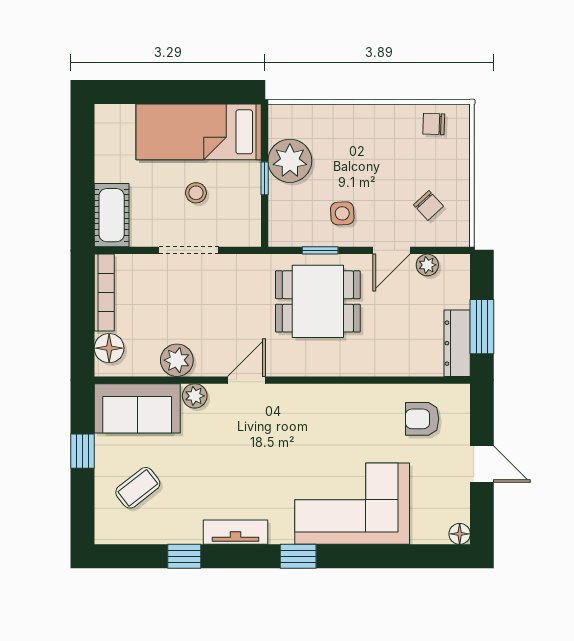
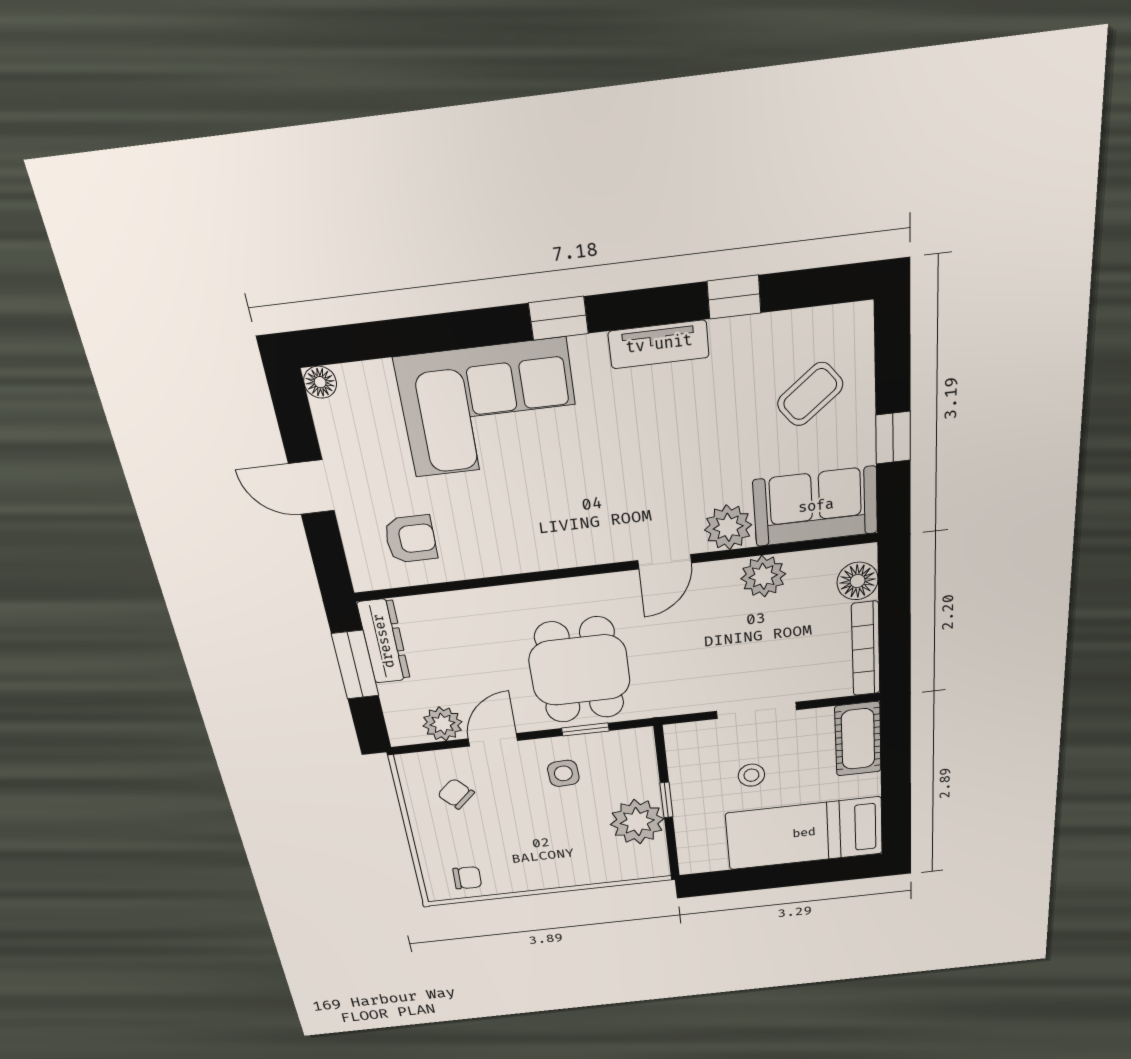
bed: (199, 132) -> (804, 833), moved, turned 180
plant: (427, 265) -> (443, 724), width x1.38, depth x1.38
dining table: (318, 301) -> (580, 670), turned 90
plant: (195, 396) -> (728, 527), width x1.38, depth x1.38

